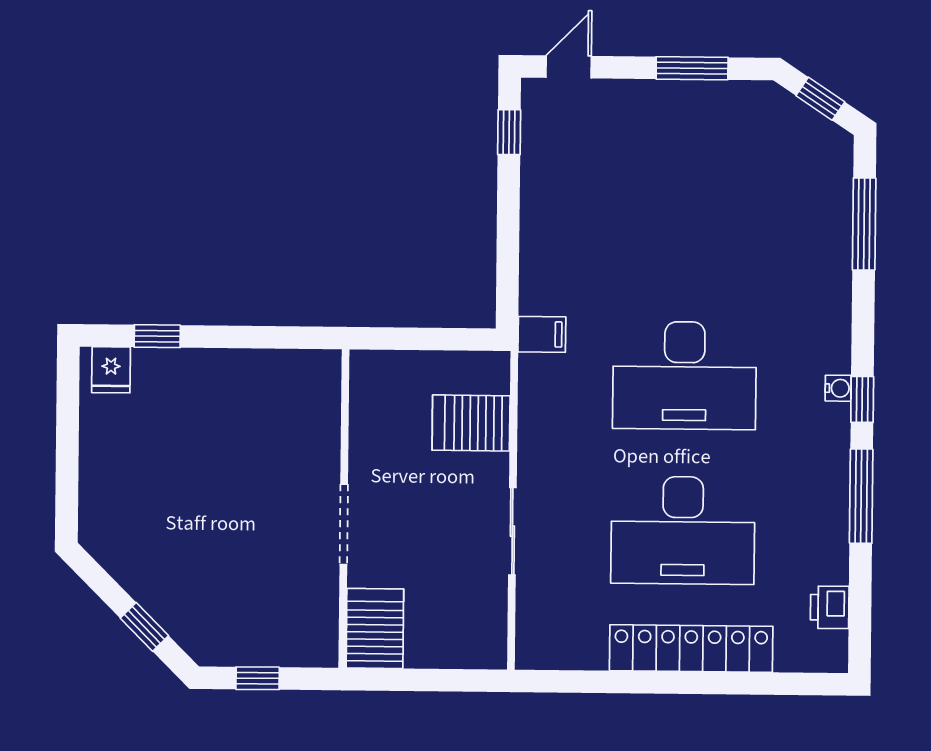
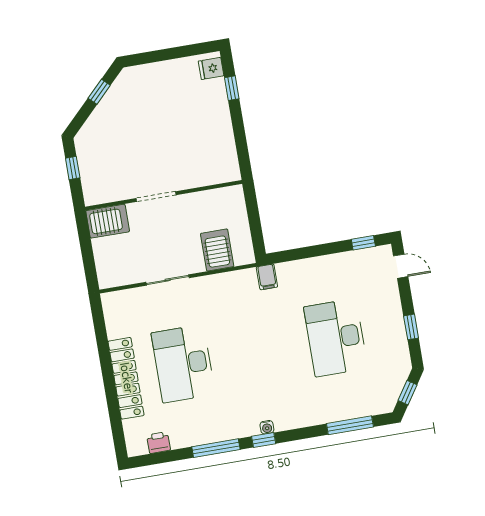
window: (692, 68) -> (411, 327), width x0.67
desk: (684, 375) -> (336, 338), moved
window: (144, 627) -> (99, 92), moved

